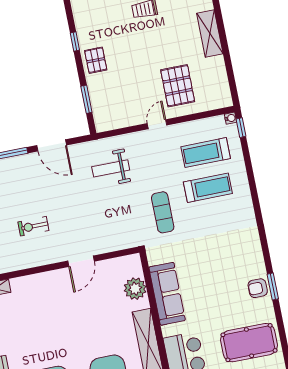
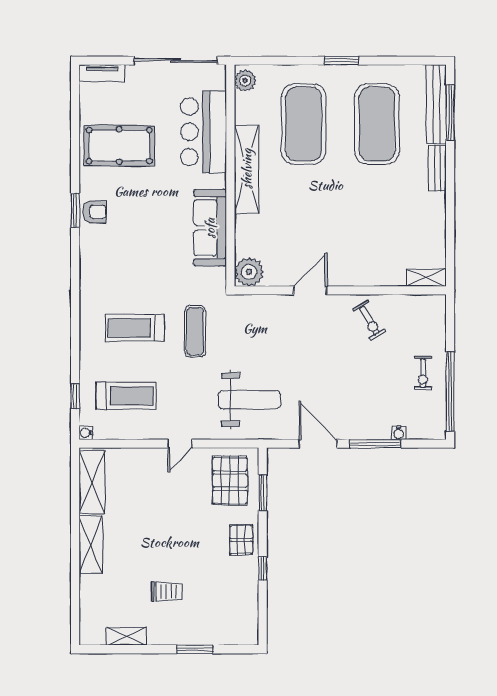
shelving: (218, 81) -> (92, 482), added
pallet: (178, 86) -> (230, 481), moved
window: (241, 128) -> (75, 396), moved
weight bench: (111, 168) -> (249, 400), width x1.36, depth x1.33
treadmill: (208, 188) -> (135, 328), moved
exercise bike: (33, 226) -> (369, 320), moved, turned 60
plant: (135, 289) -> (249, 272), moved

